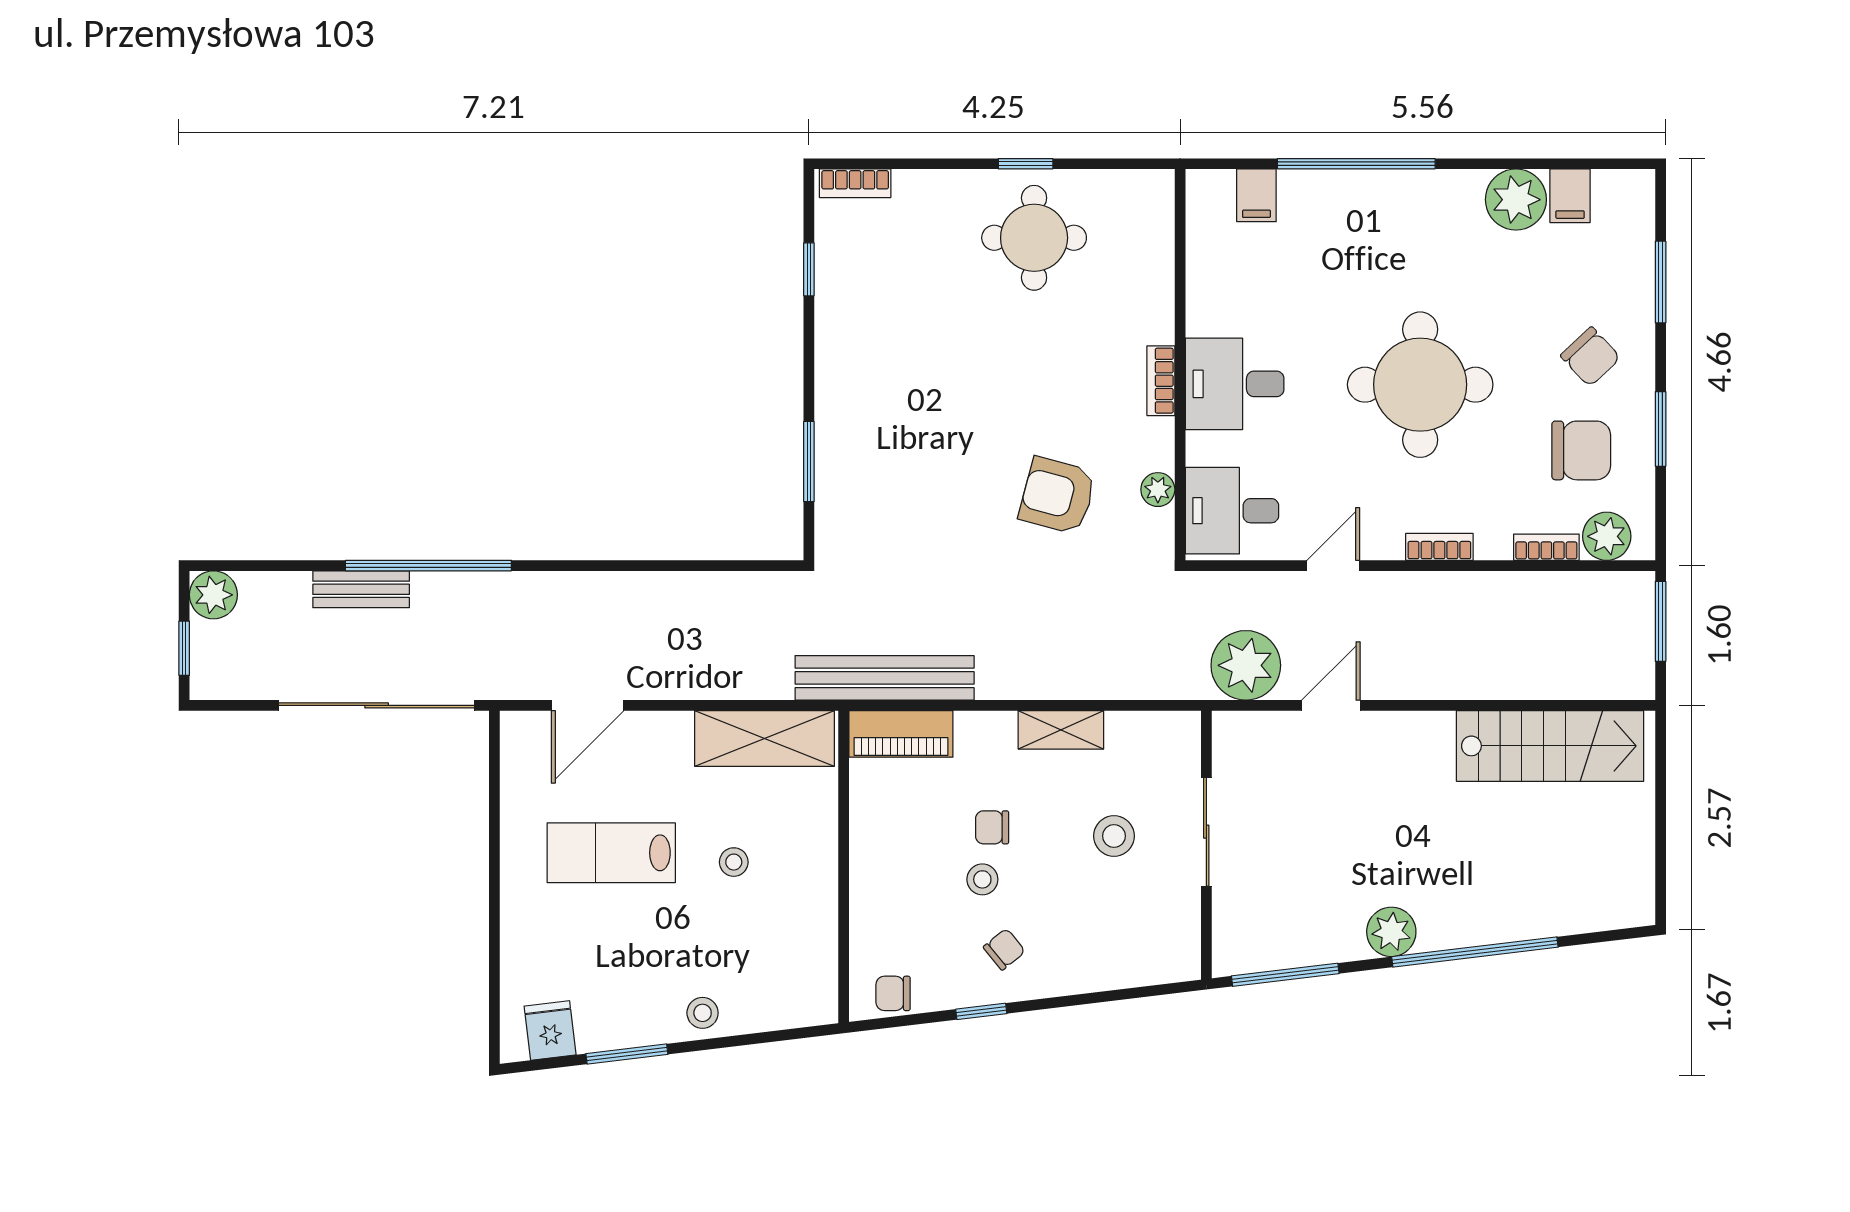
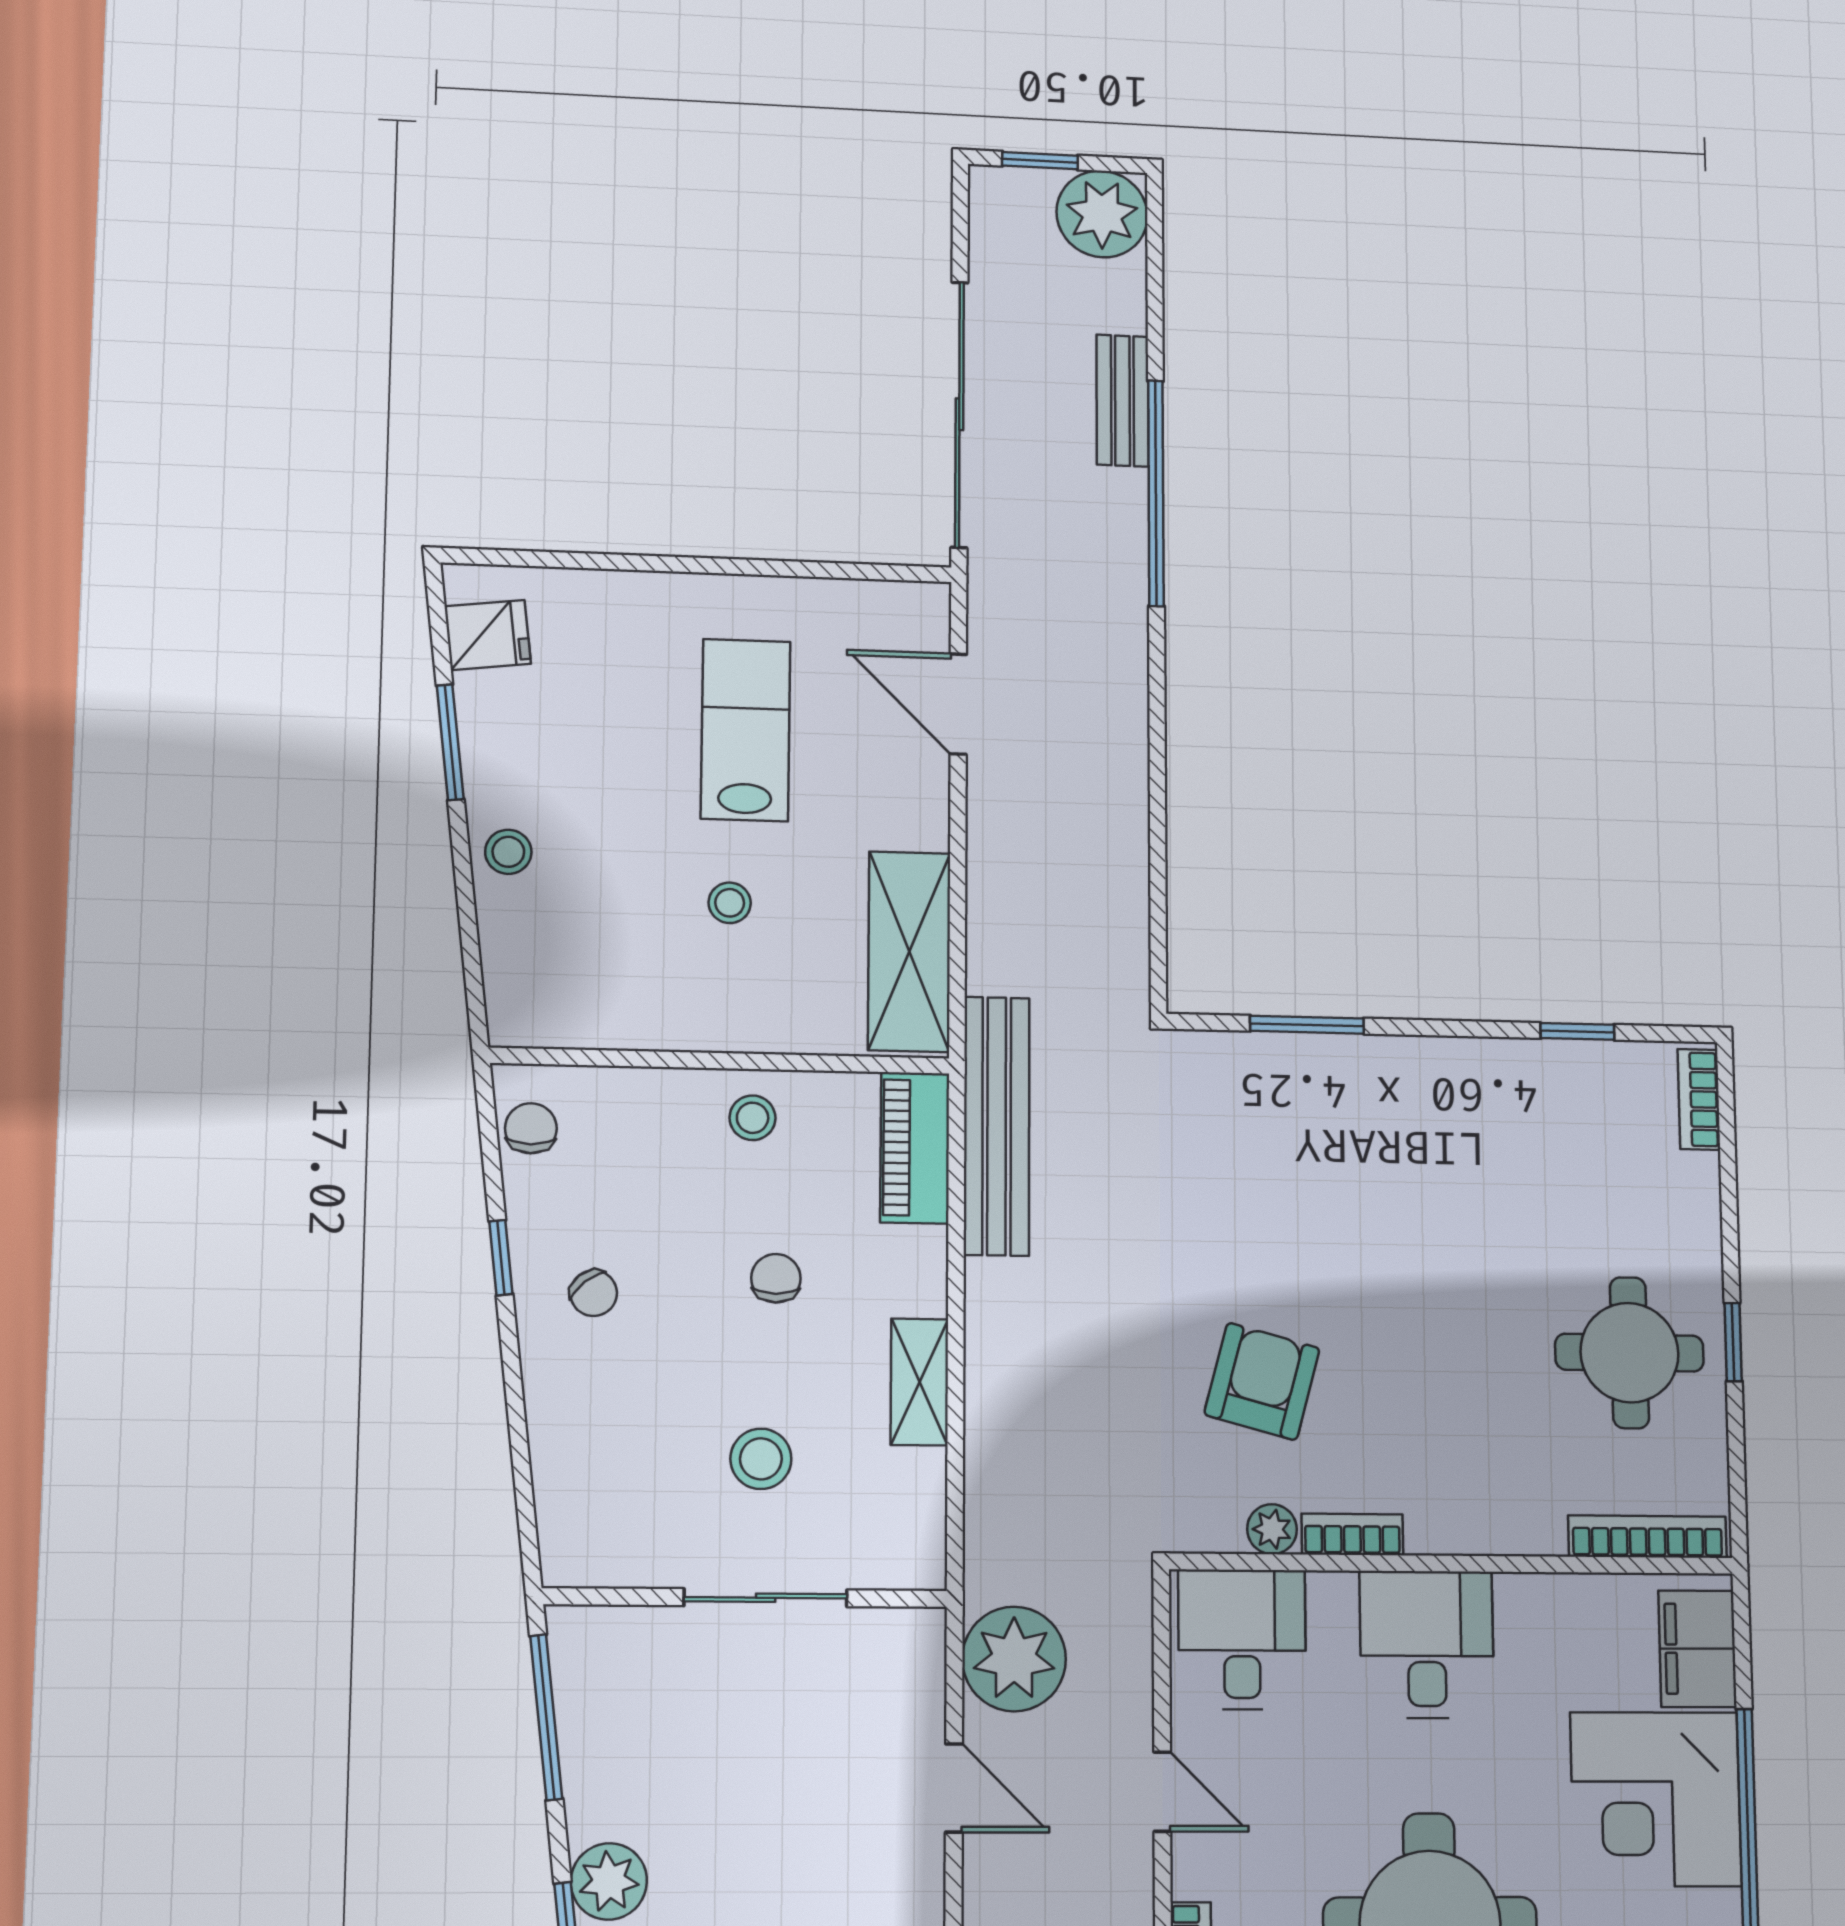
filing cabinet: (1256, 195) -> (1697, 1649), width x2.00
corner desk: (1338, 227) -> (1656, 1799), added
bookcase: (1161, 228) -> (1647, 1537), added
bookcase: (1161, 381) -> (1352, 1534), moved
plant: (213, 595) -> (1102, 214), width x1.36, depth x1.36
stool: (982, 879) -> (753, 1118), moved

